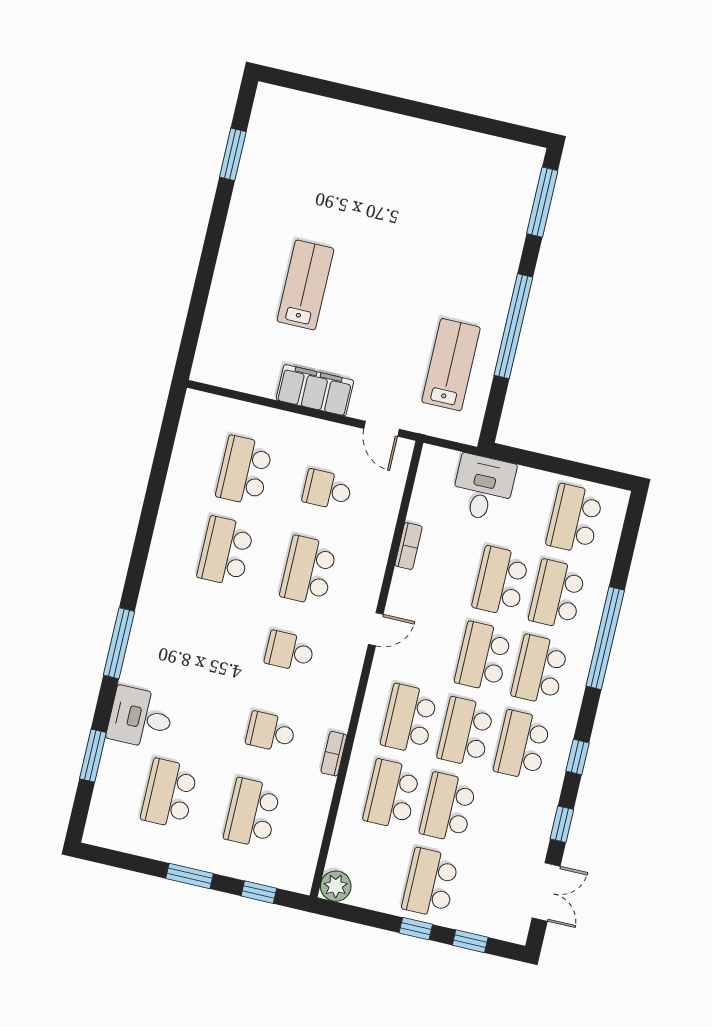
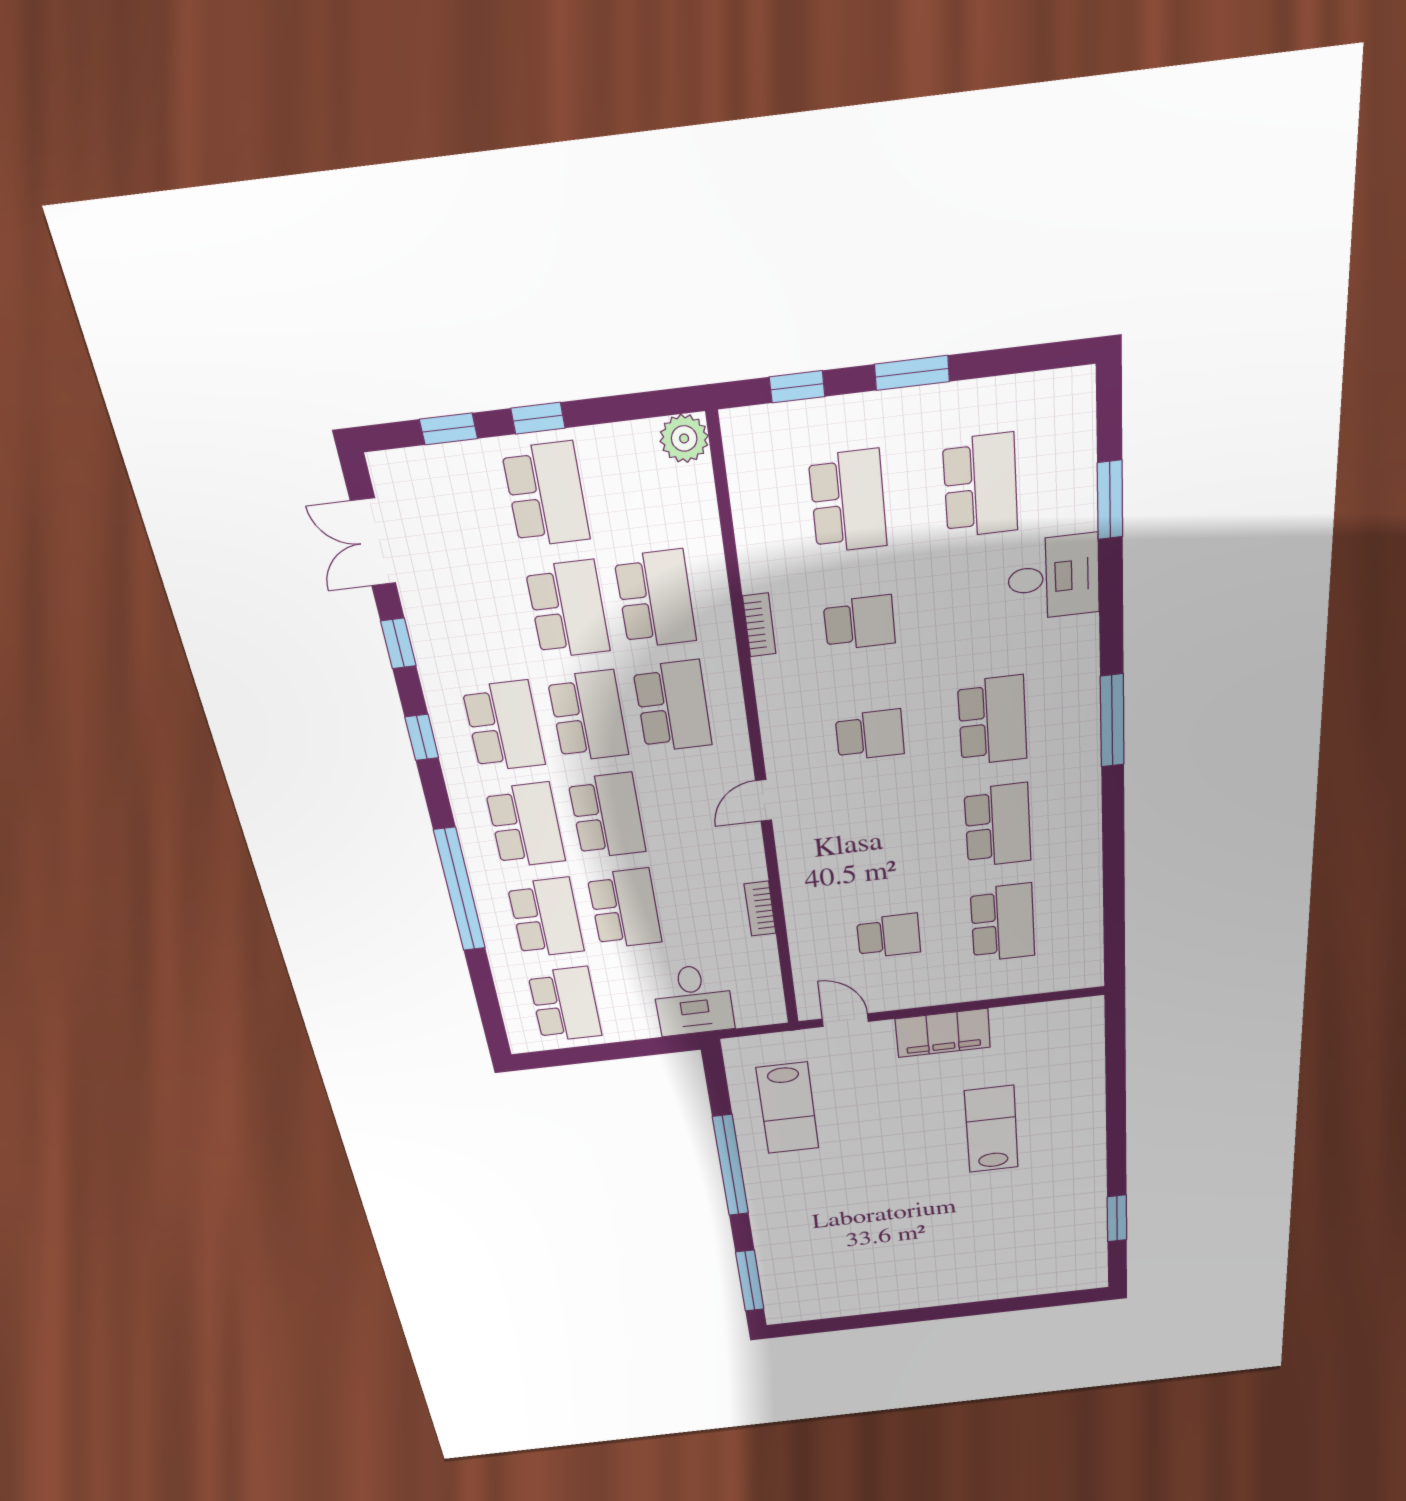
lab bench: (305, 285) -> (991, 1129), turned 180
school desk: (308, 571) -> (992, 721), moved
window: (119, 643) -> (1112, 721), moved

